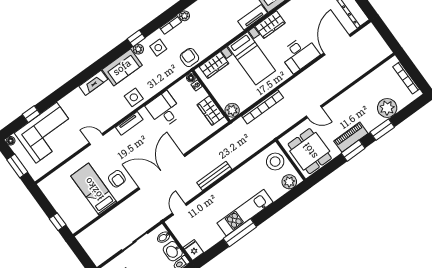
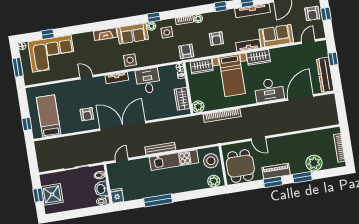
armchair: (215, 27) -> (216, 39), added
bed: (94, 189) -> (49, 116), moved
kitchen unit: (245, 213) -> (174, 160), moved, turned 180

